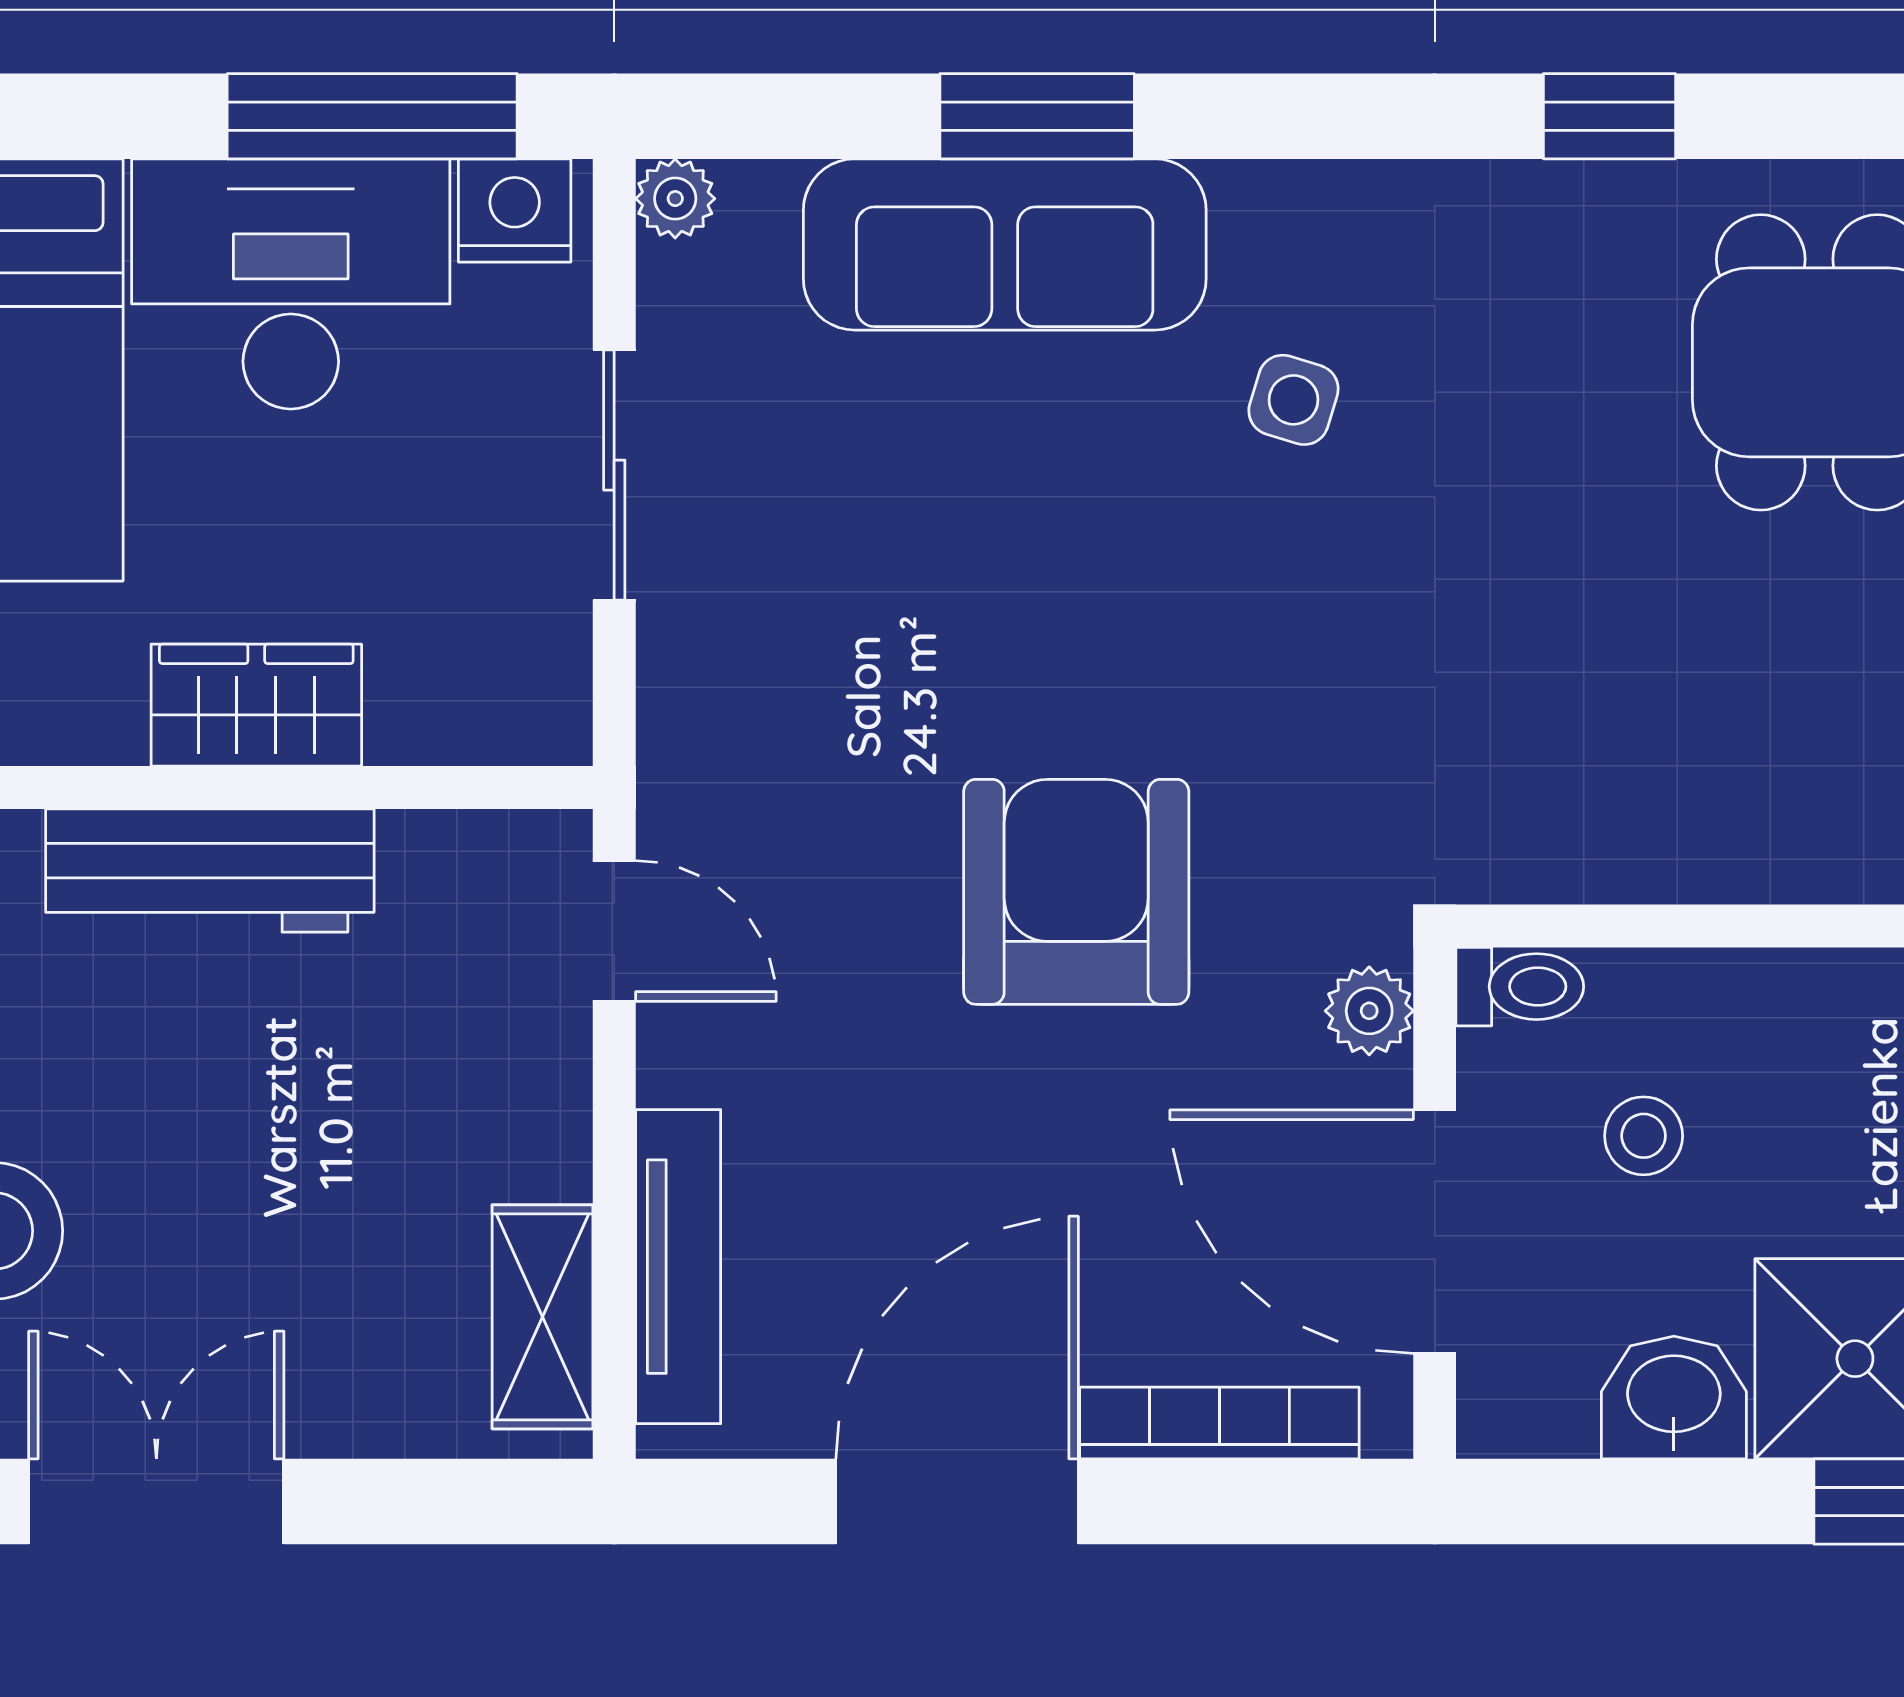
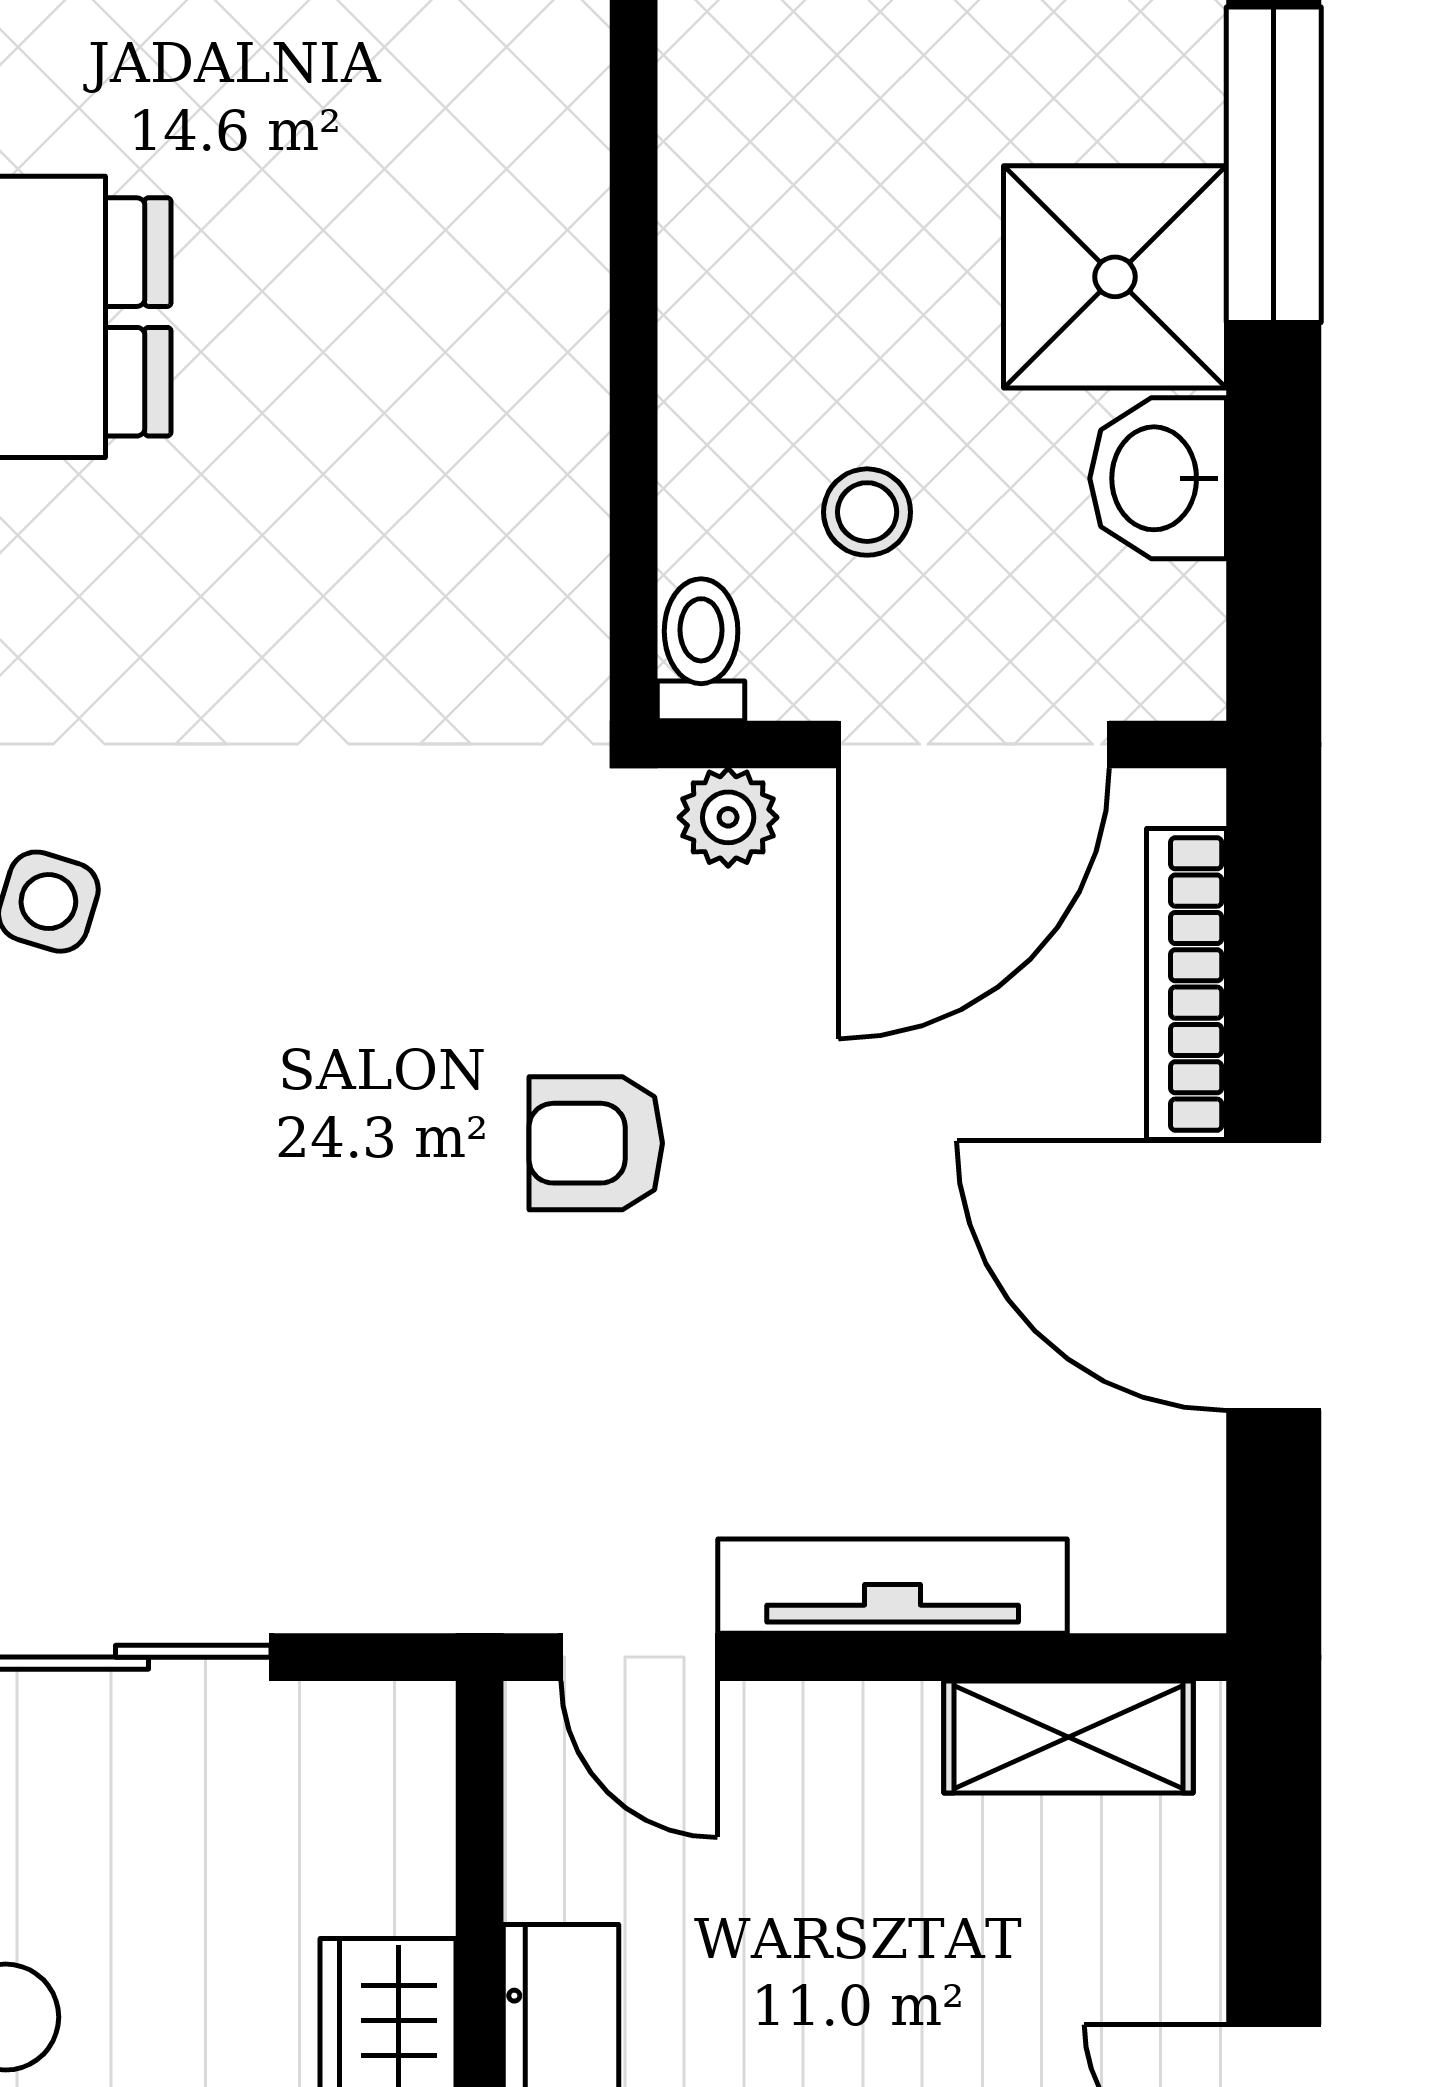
armchair: (1076, 892) -> (596, 1143), width x0.53, depth x0.53
door: (614, 931) -> (639, 1657), swing flipped
tv unit: (678, 1267) -> (893, 1586), moved

